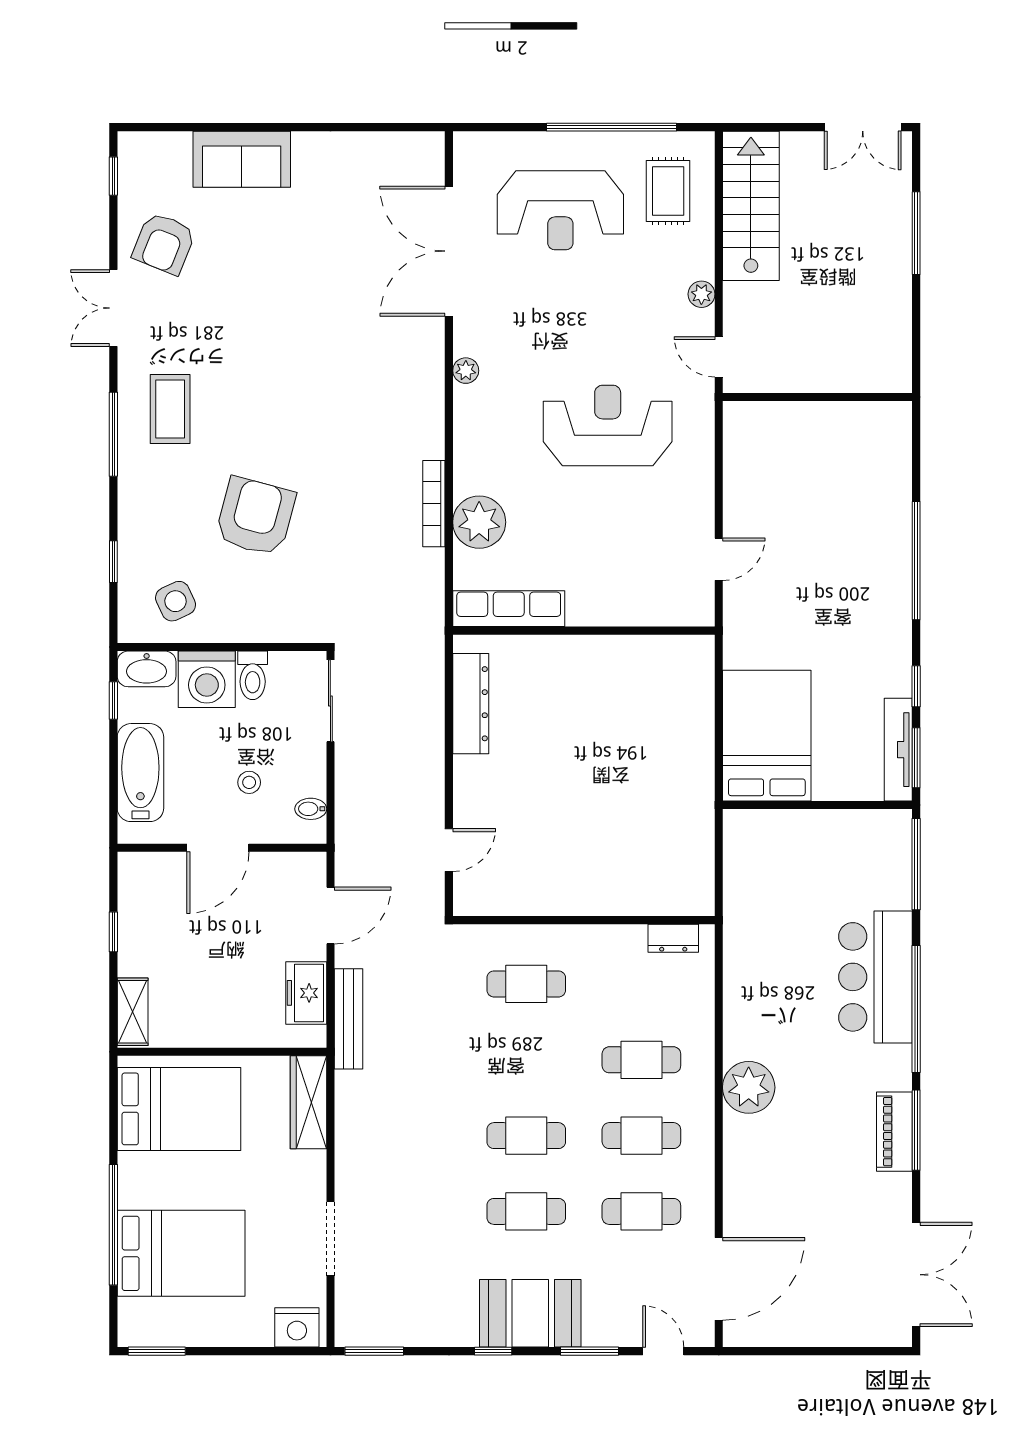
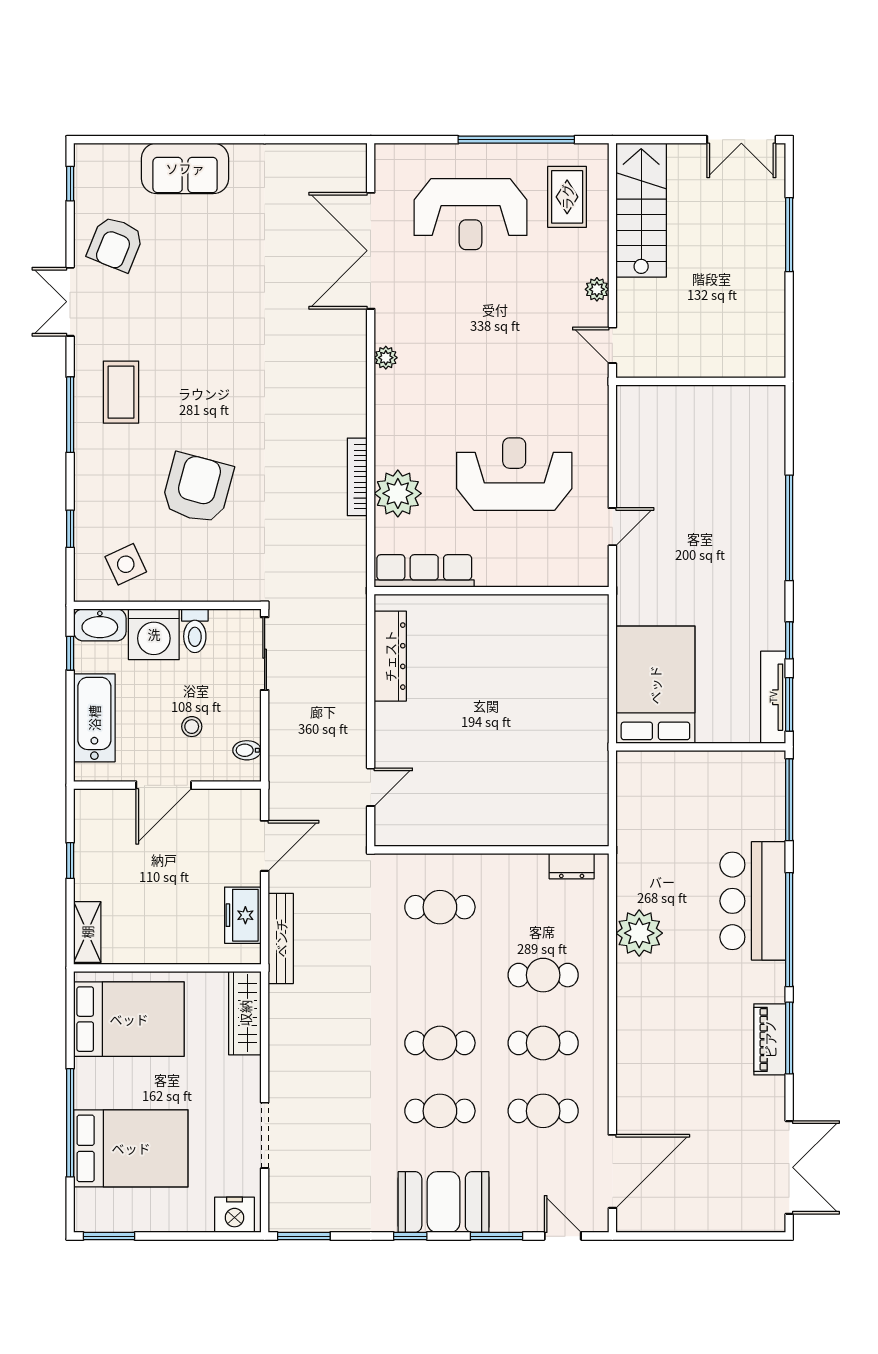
reception desk: (608, 425) -> (514, 474), moved
plant: (749, 1087) -> (639, 933), moved

